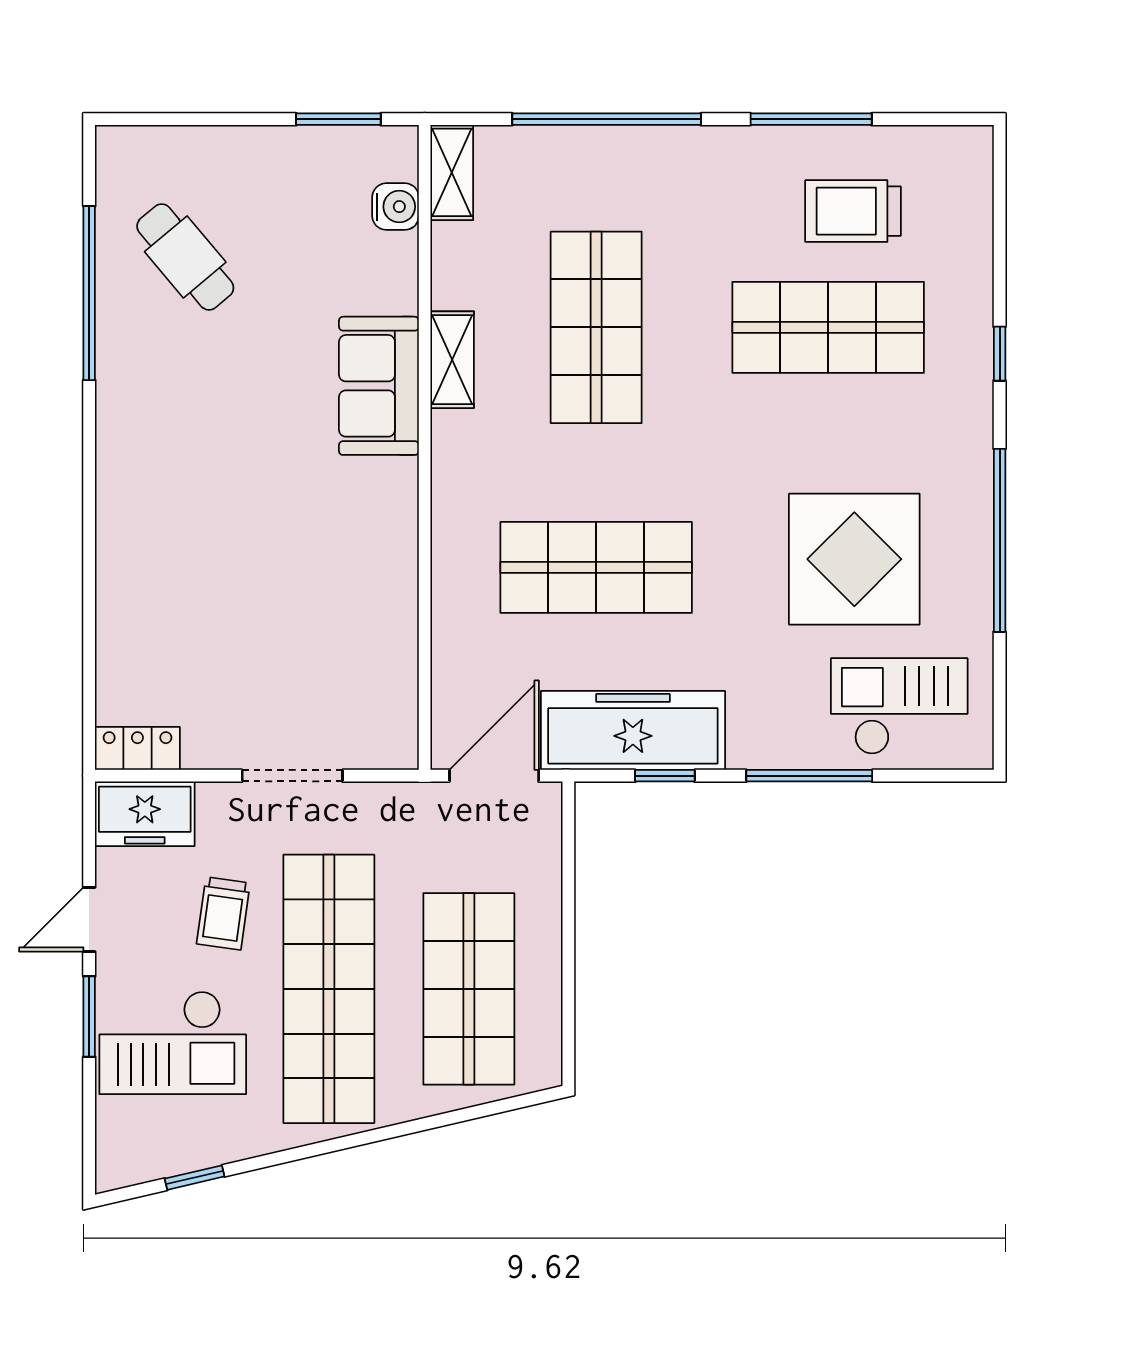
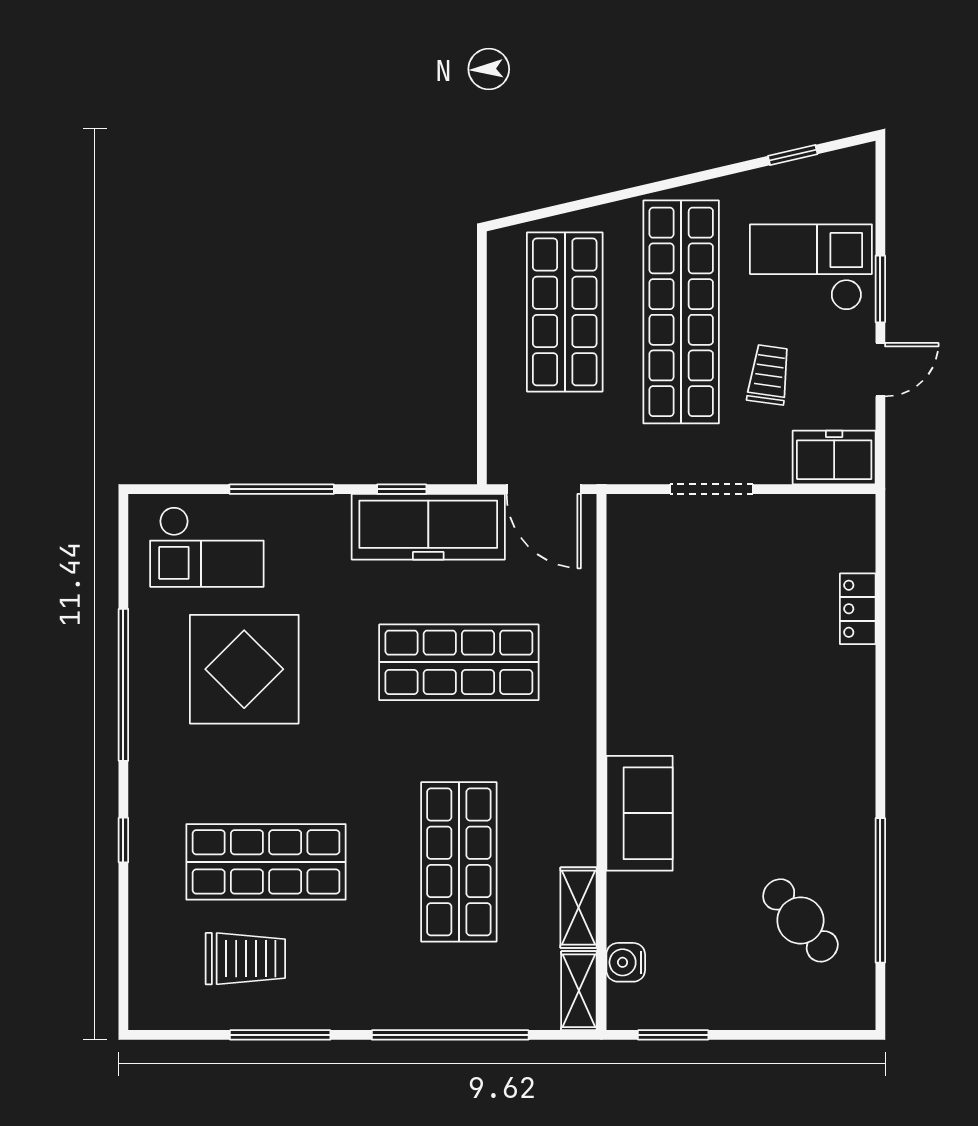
shelving: (452, 360) -> (579, 908), moved
locker: (137, 748) -> (858, 609), moved, turned 90
door: (494, 776) -> (544, 489), hinge flipped

